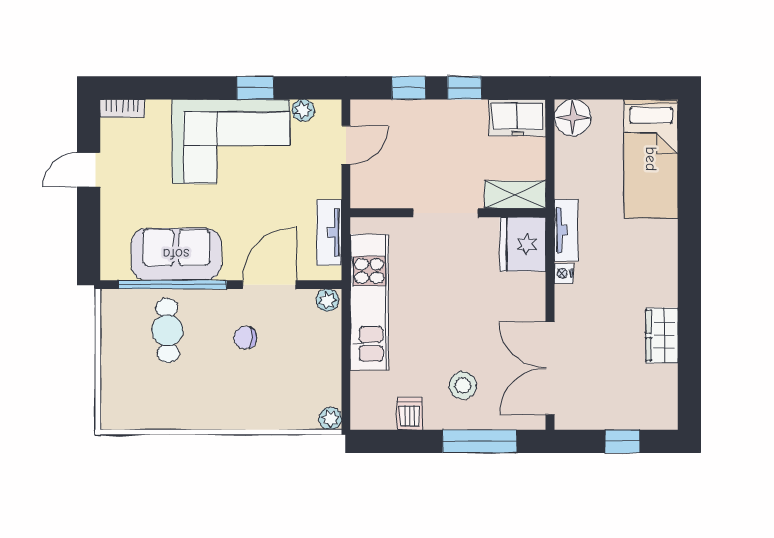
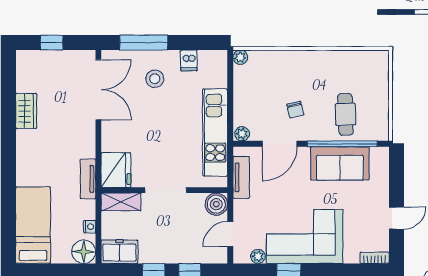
boiler: (368, 191) -> (216, 204), added
nightstand: (564, 273) -> (90, 227), moved
chair: (245, 338) -> (295, 110), turned 77

